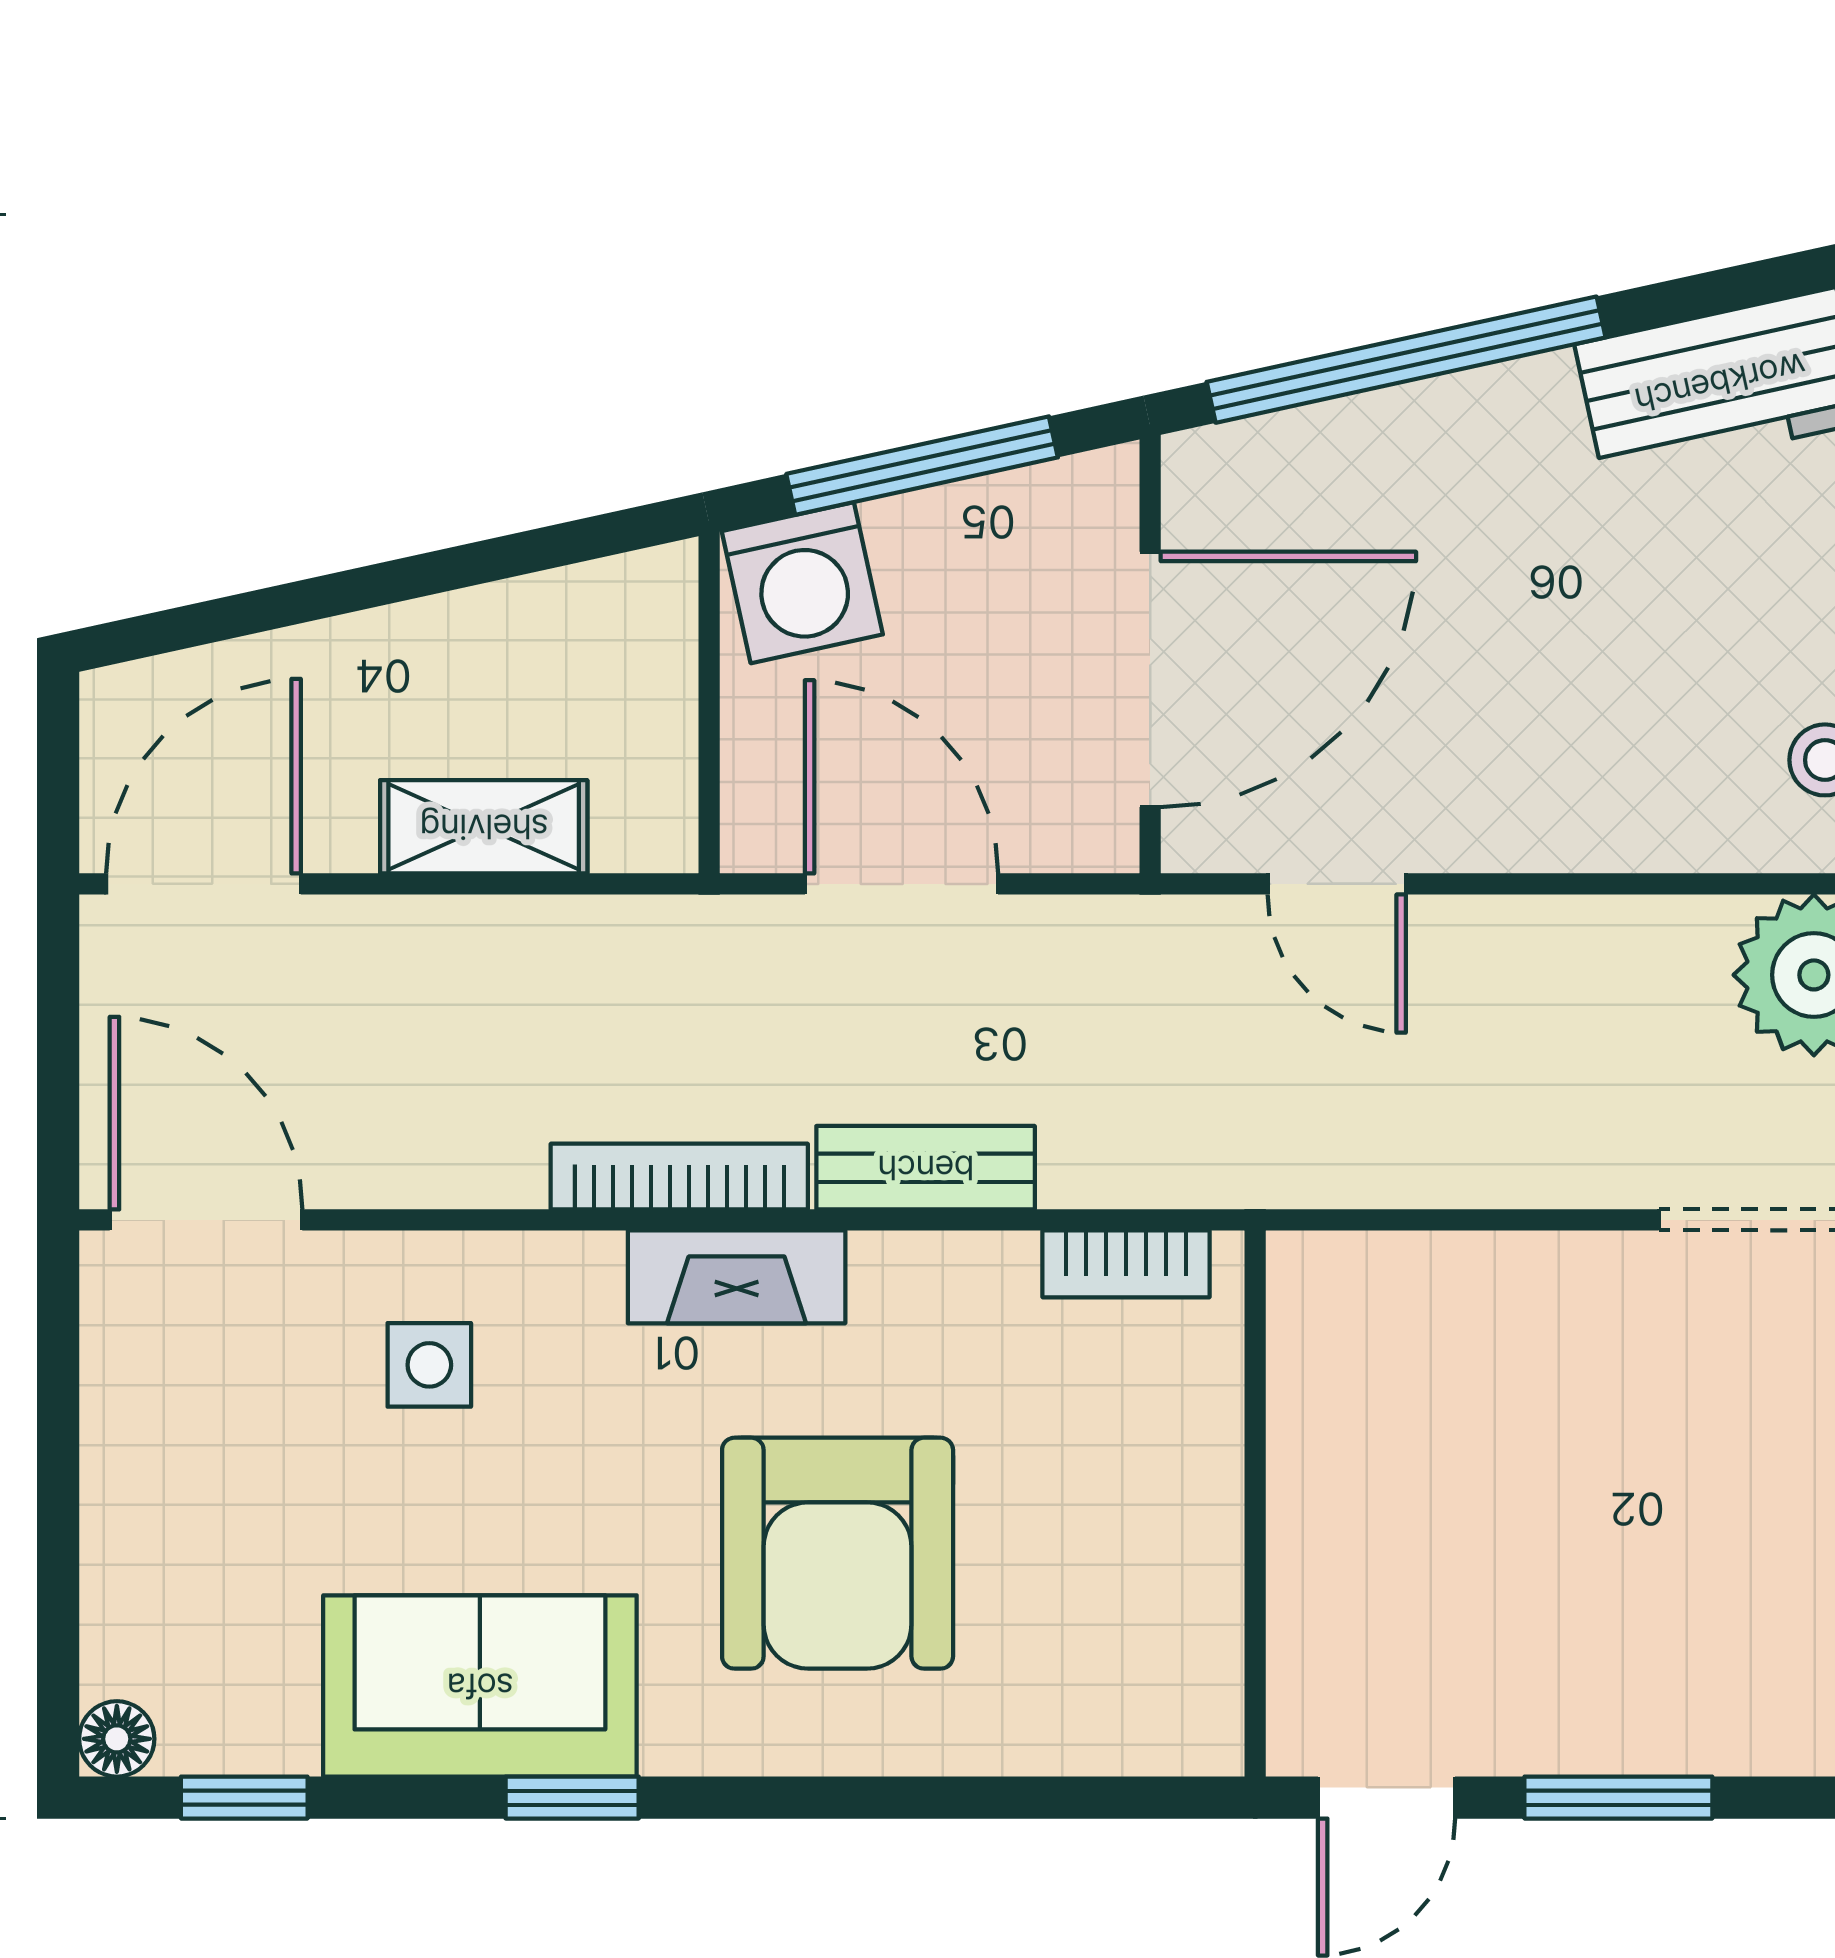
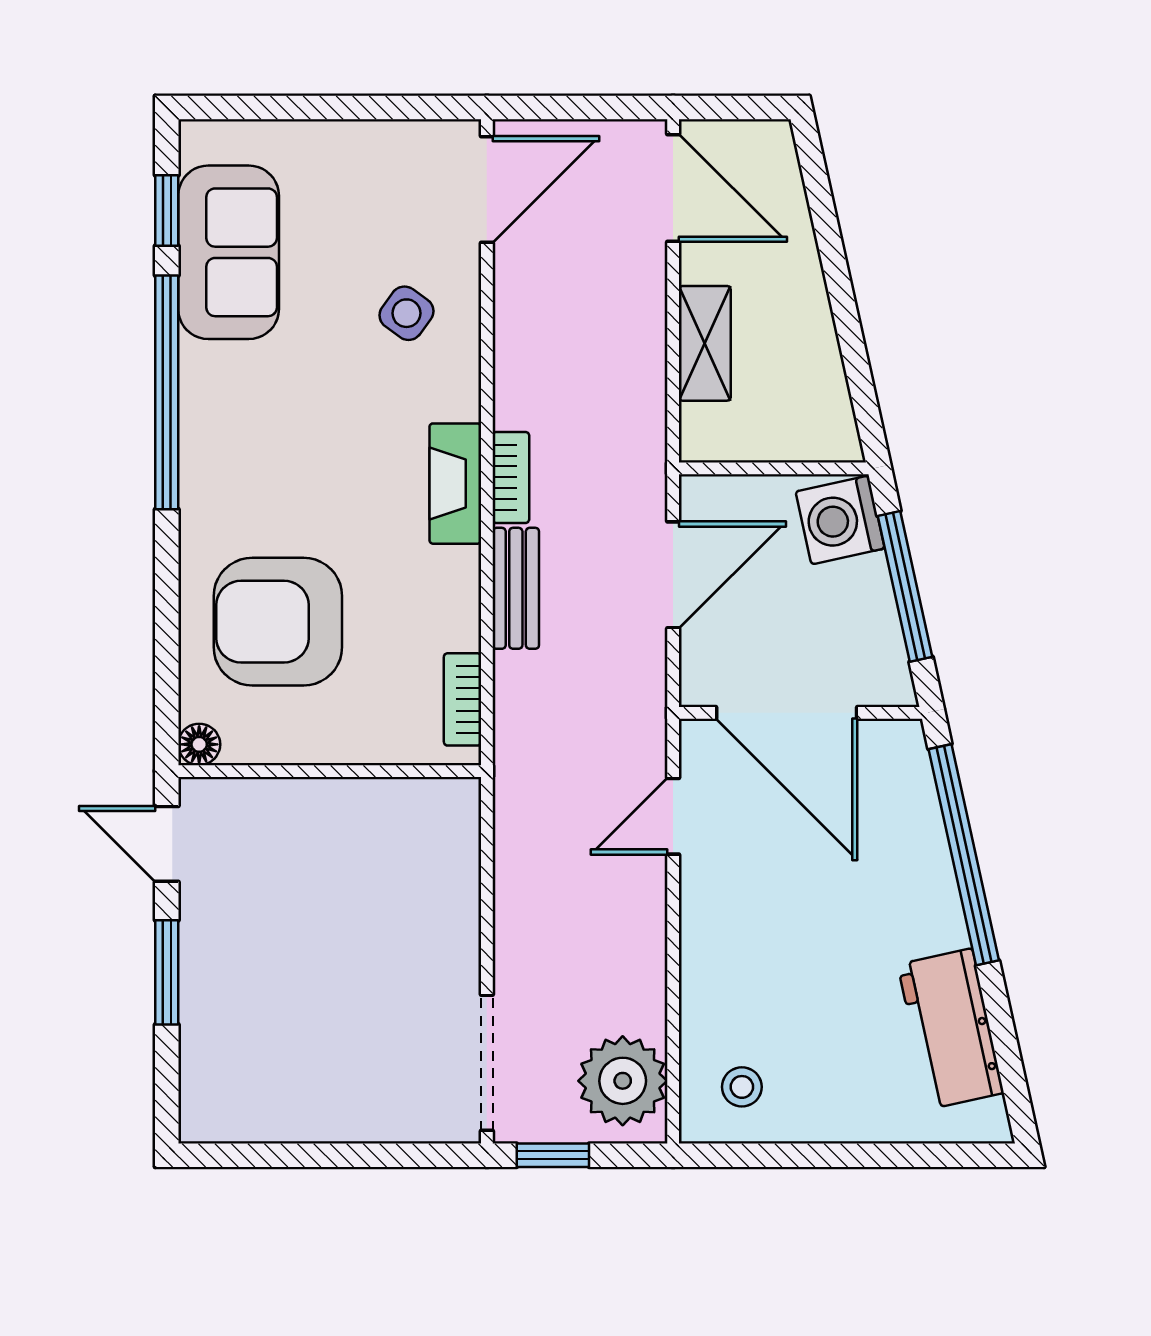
bookcase: (679, 1177) -> (511, 477), width x0.64
side table: (429, 1365) -> (406, 313), turned 36
armchair: (838, 1553) -> (278, 622), moved
sofa: (480, 1686) -> (229, 252), moved
floor lamp: (117, 1739) -> (199, 744), moved
window: (572, 1798) -> (167, 392), width x3.17

